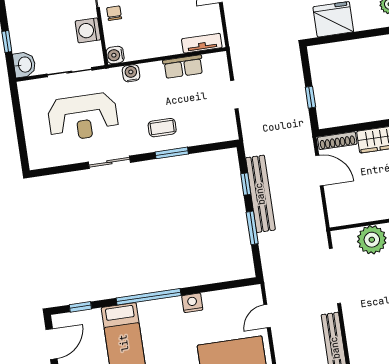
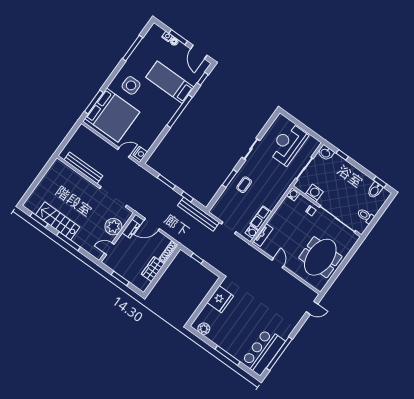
water cooler: (131, 73) -> (252, 232), moved
reception desk: (83, 117) -> (288, 144), moved
door: (319, 171) -> (152, 224), moved
bench: (260, 194) -> (198, 214), moved
dresser: (354, 216) -> (131, 229), added
nightstand: (192, 303) -> (140, 153), moved
door: (267, 316) -> (124, 152), hinge flipped

